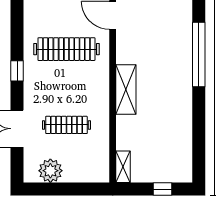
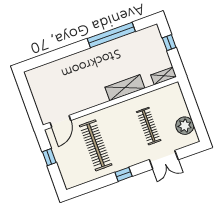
window: (199, 54) -> (111, 35), moved
shelving: (126, 90) -> (125, 88), moved

